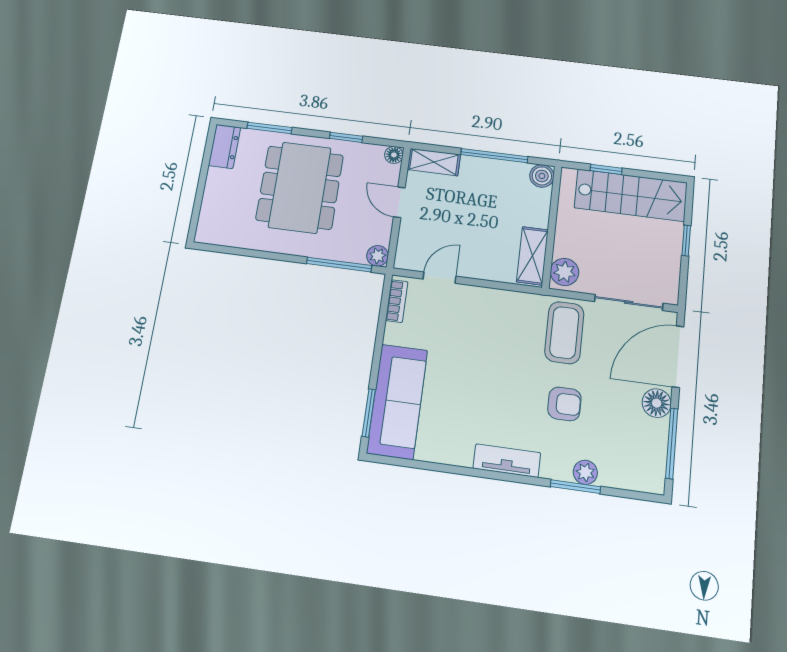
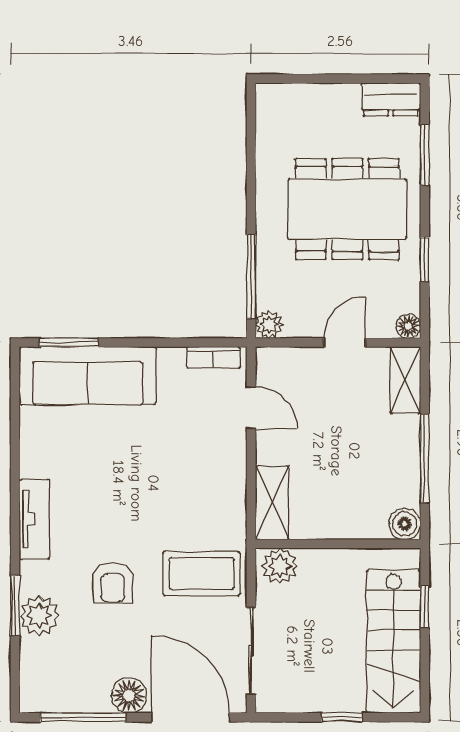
shelving: (532, 256) -> (272, 503), moved, turned 90
plant: (585, 472) -> (39, 616), width x1.38, depth x1.38

